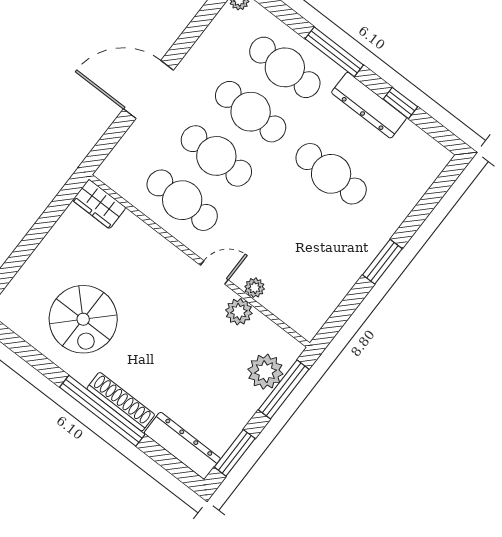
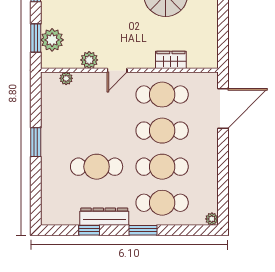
window: (334, 52) -> (143, 230), width x0.69
door: (148, 89) -> (223, 108), moved
wardrobe: (99, 204) -> (171, 60), moved
plant: (255, 288) -> (66, 78), moved
window: (284, 389) -> (36, 38), width x0.69

